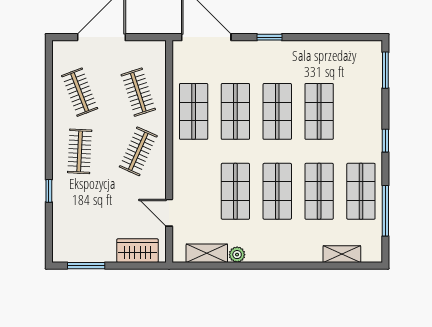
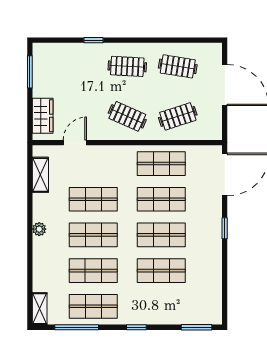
clothes rail: (80, 92) -> (178, 66), turned 30
shelving: (342, 254) -> (40, 309), moved
plant: (237, 255) -> (39, 229), moved

